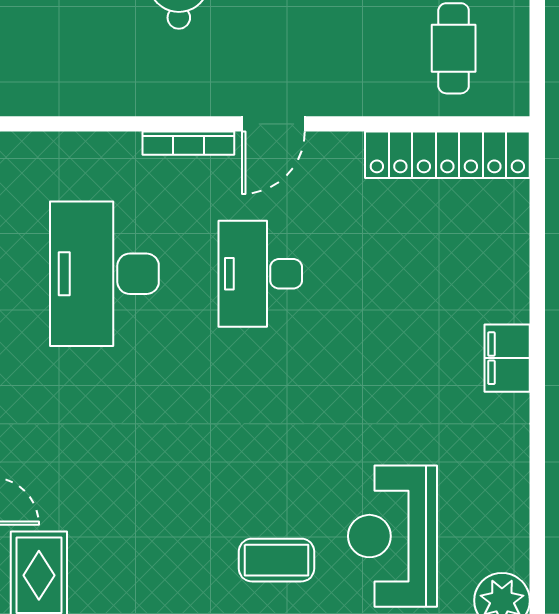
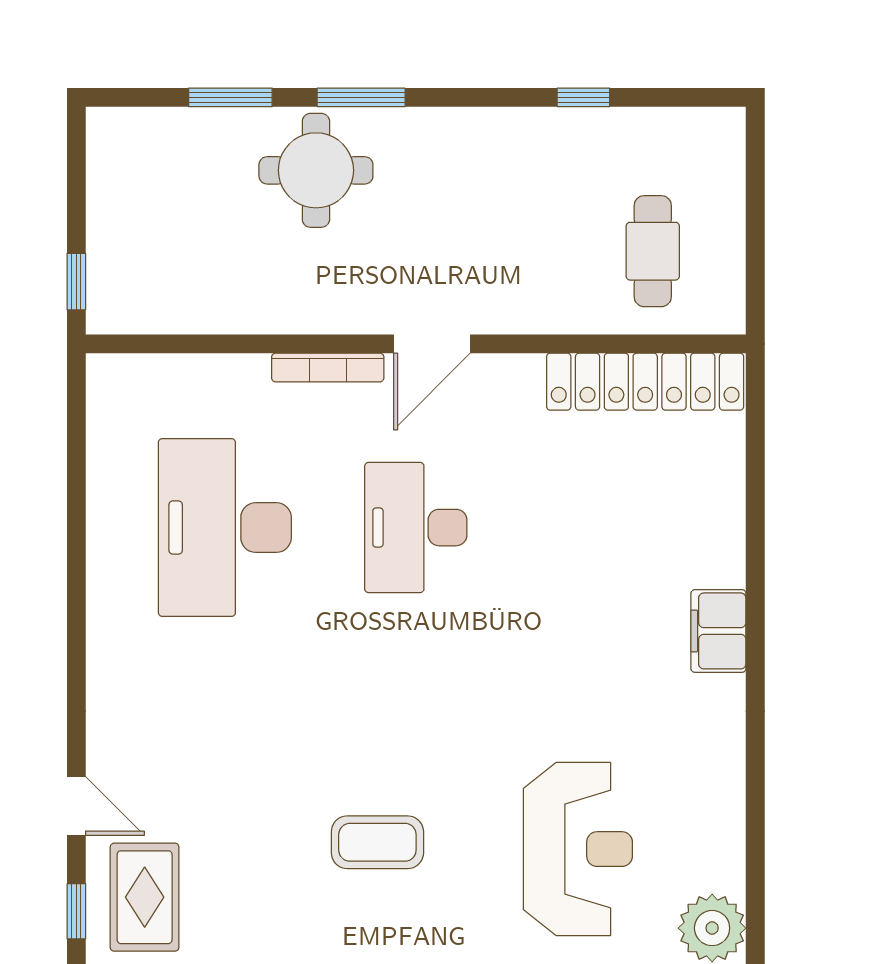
reception desk: (393, 536) -> (578, 849), turned 180
coffee table: (277, 560) -> (377, 842), moved

